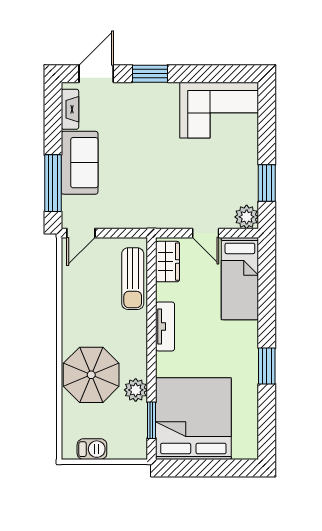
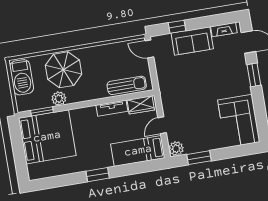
window: (53, 183) -> (177, 27), width x0.46
sun lounger: (133, 279) -> (127, 85), turned 180
tv unit: (165, 326) -> (112, 108), moved
window: (267, 366) -> (98, 175), moved
barbecue: (92, 449) -> (22, 77), width x1.88, depth x1.53

